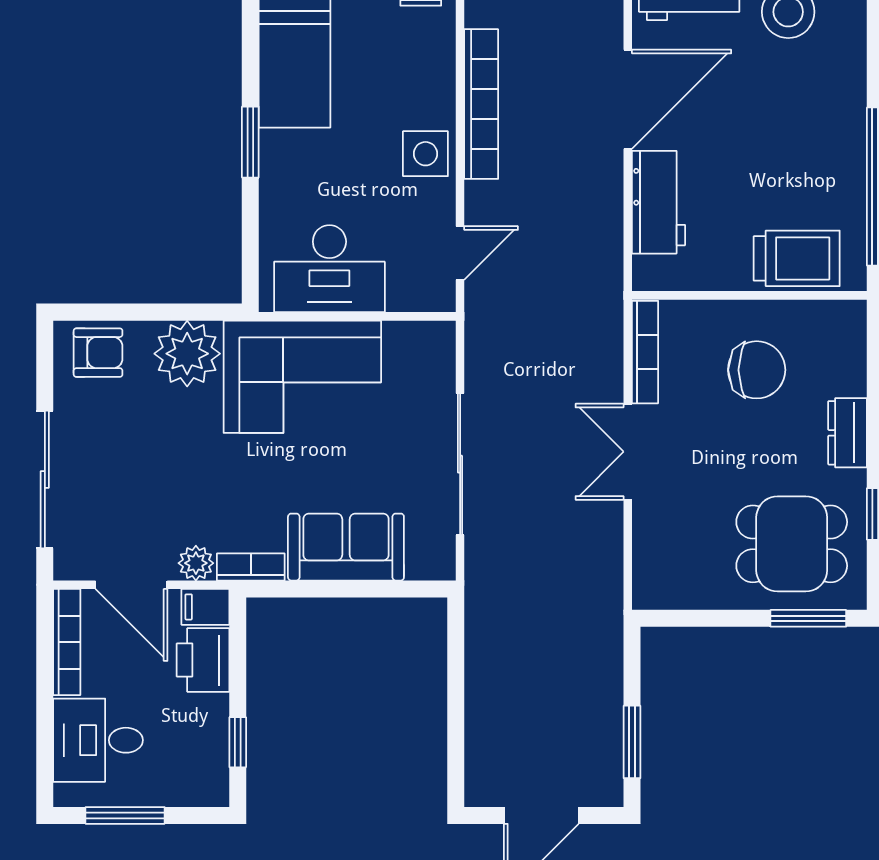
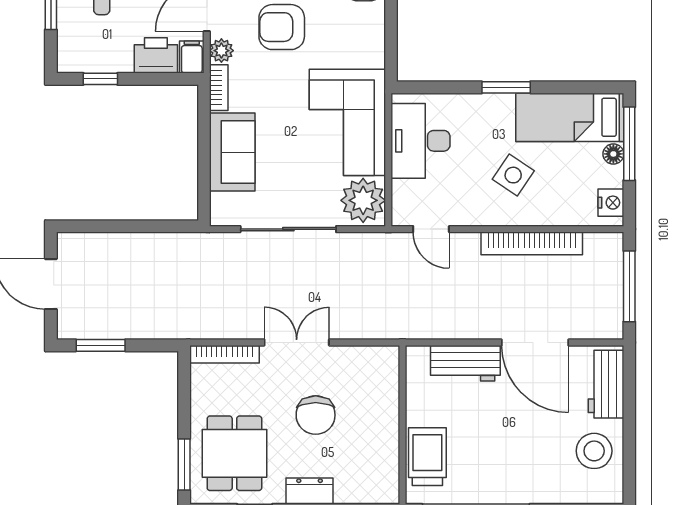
side table: (425, 154) -> (513, 175), moved, turned 34
trolley: (797, 258) -> (427, 457), turned 180
bookcase: (645, 352) -> (224, 354), moved
plant: (187, 354) -> (363, 200), moved
chair: (757, 370) -> (316, 415), moved
armchair: (161, 474) -> (282, 27), added

